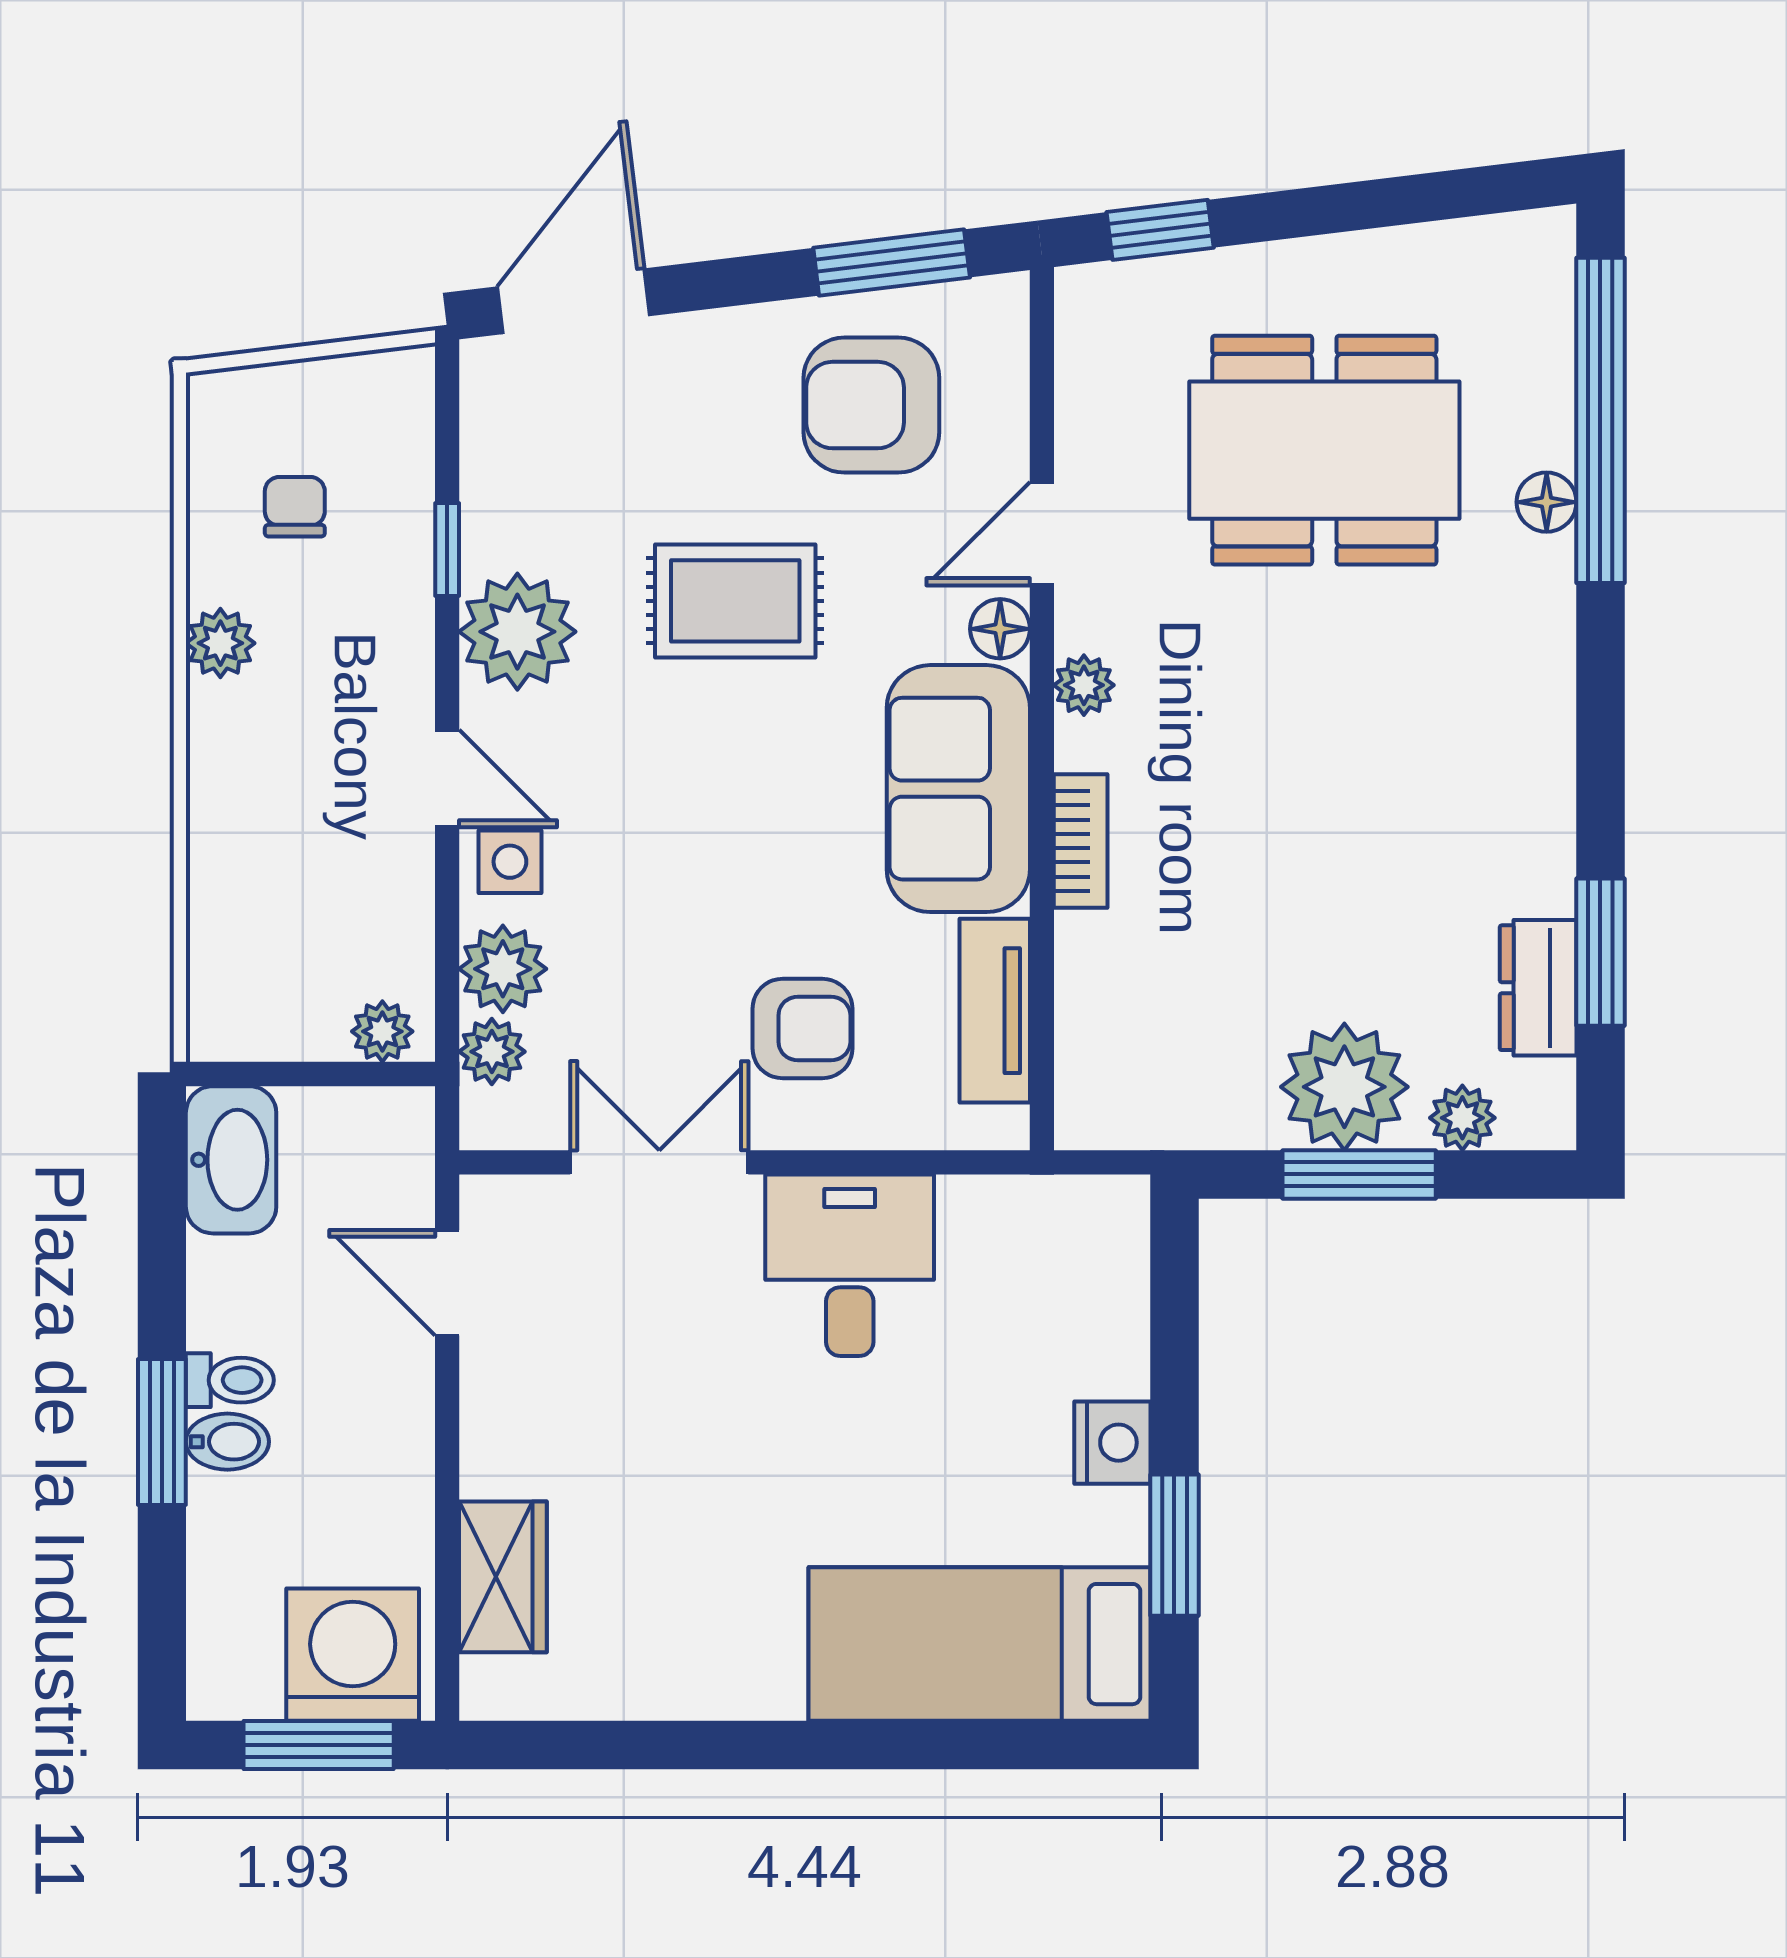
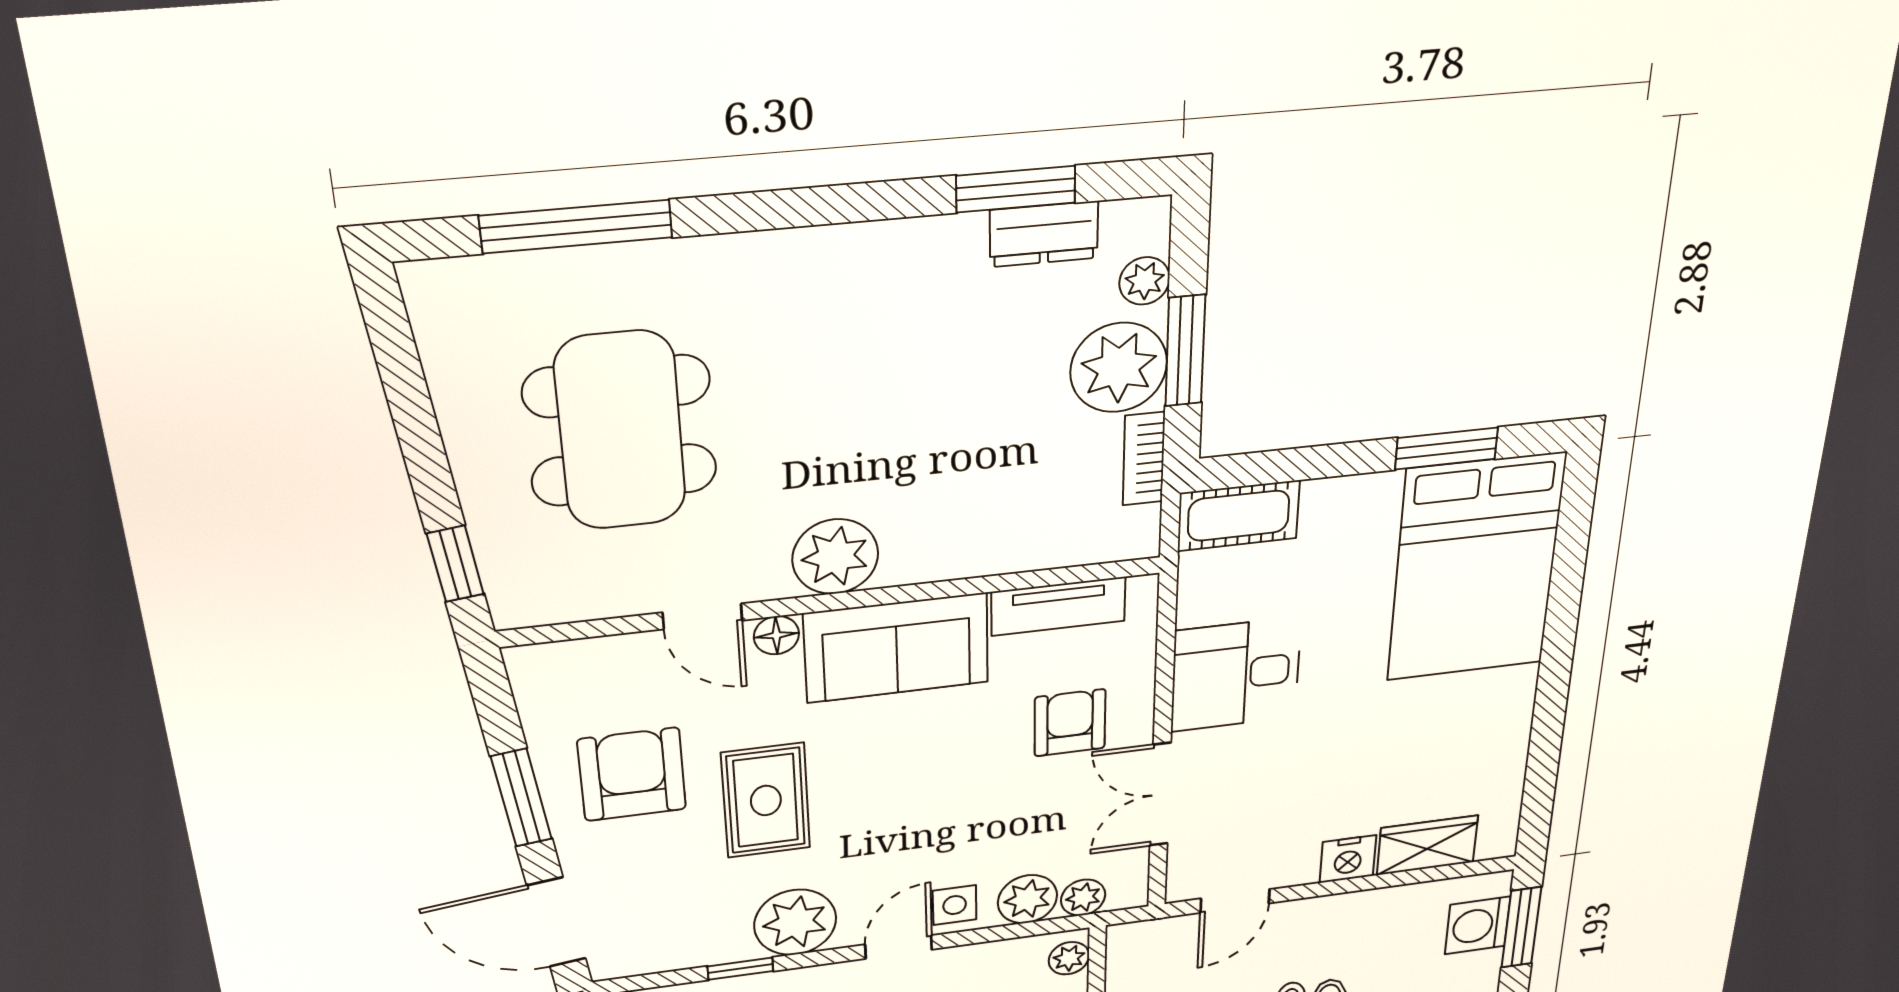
window: (892, 263) -> (521, 798), moved
armchair: (871, 405) -> (632, 774), moved, turned 180
window: (1600, 420) -> (576, 227), width x0.68
floor lamp: (1547, 502) -> (649, 262), removed
plant: (1084, 685) -> (835, 557), width x1.87, depth x1.87
bookcase: (1081, 841) -> (1144, 459), moved, turned -90
cot: (1105, 1257) -> (1239, 516), added
nightstand: (1112, 1443) -> (1348, 859), moved, turned 180
bed: (980, 1644) -> (1476, 568), width x1.50
washing machine: (353, 1655) -> (1478, 925), width x0.73, depth x0.73

